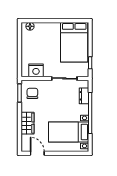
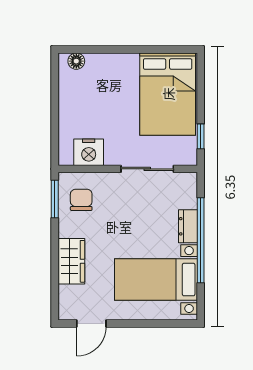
dresser: (84, 96) -> (188, 226), moved
door: (37, 153) -> (91, 324), swing flipped

